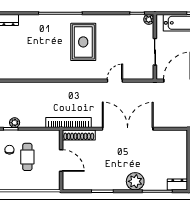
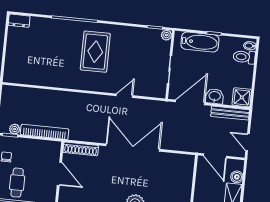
bookcase: (69, 122) -> (45, 132), moved
cafe table: (27, 157) -> (17, 183), moved

